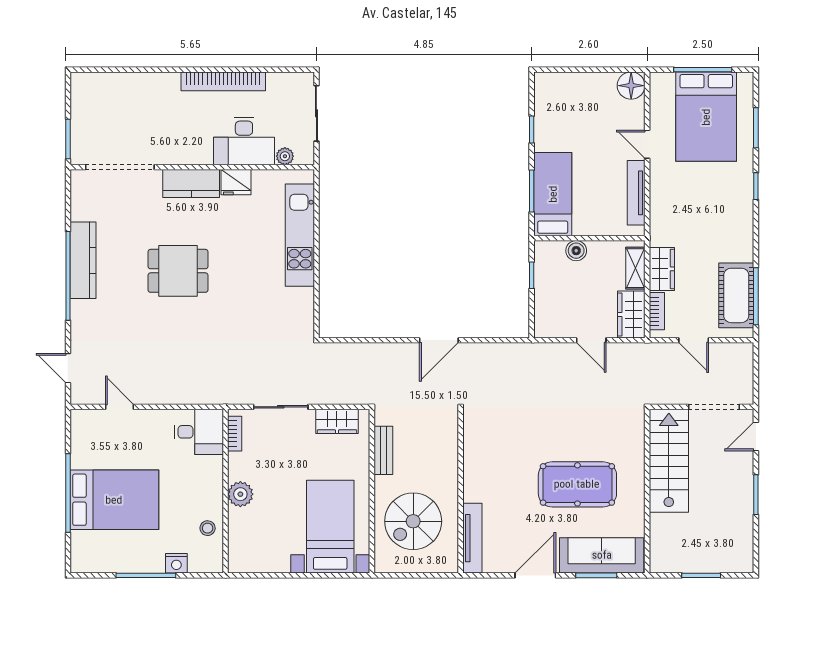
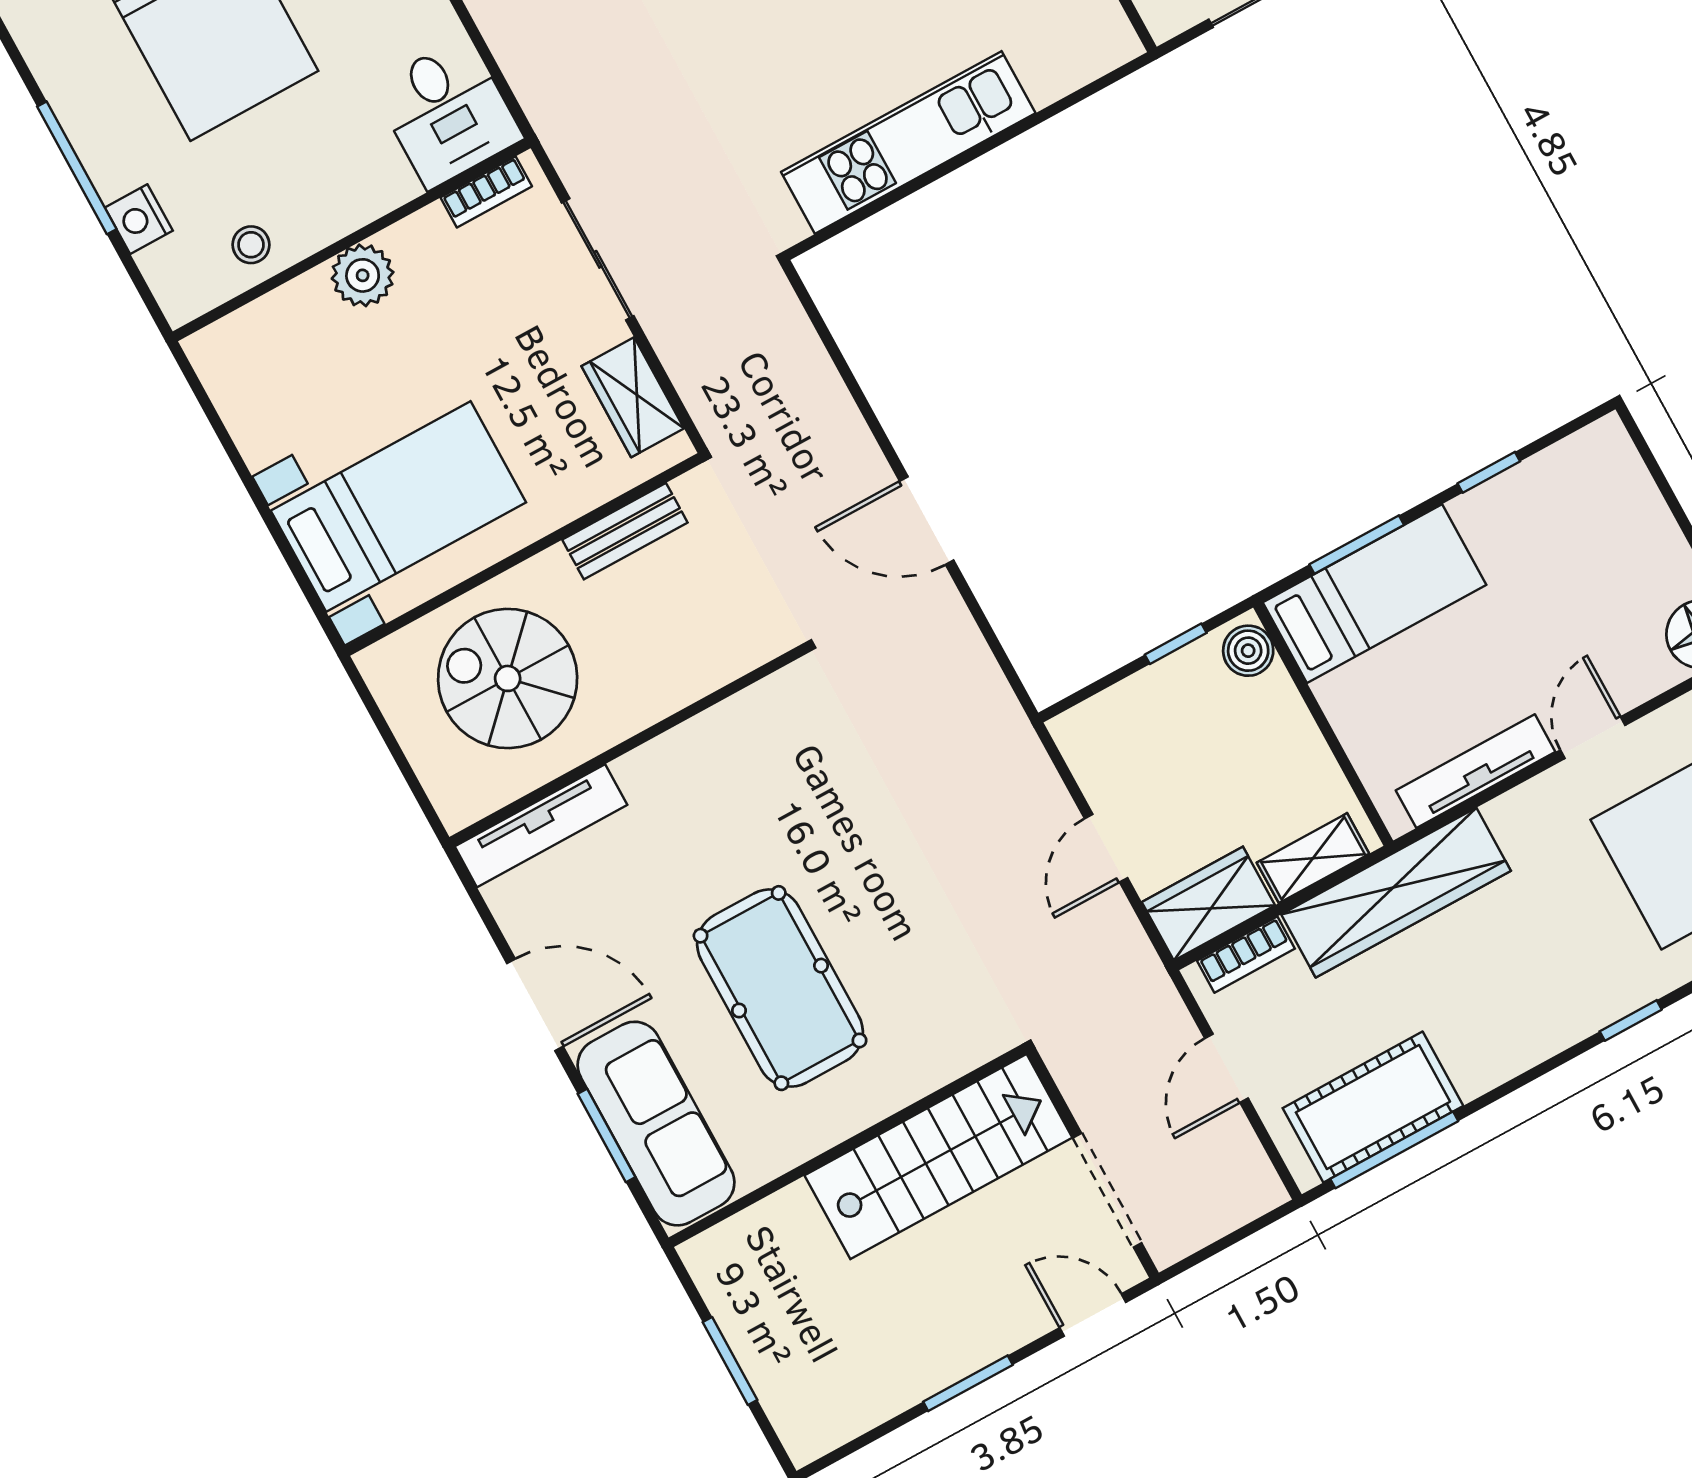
kitchen unit: (300, 235) -> (908, 143), moved
boiler: (576, 251) -> (1248, 651), moved
wardrobe: (662, 269) -> (1396, 893), width x2.10, depth x1.17

